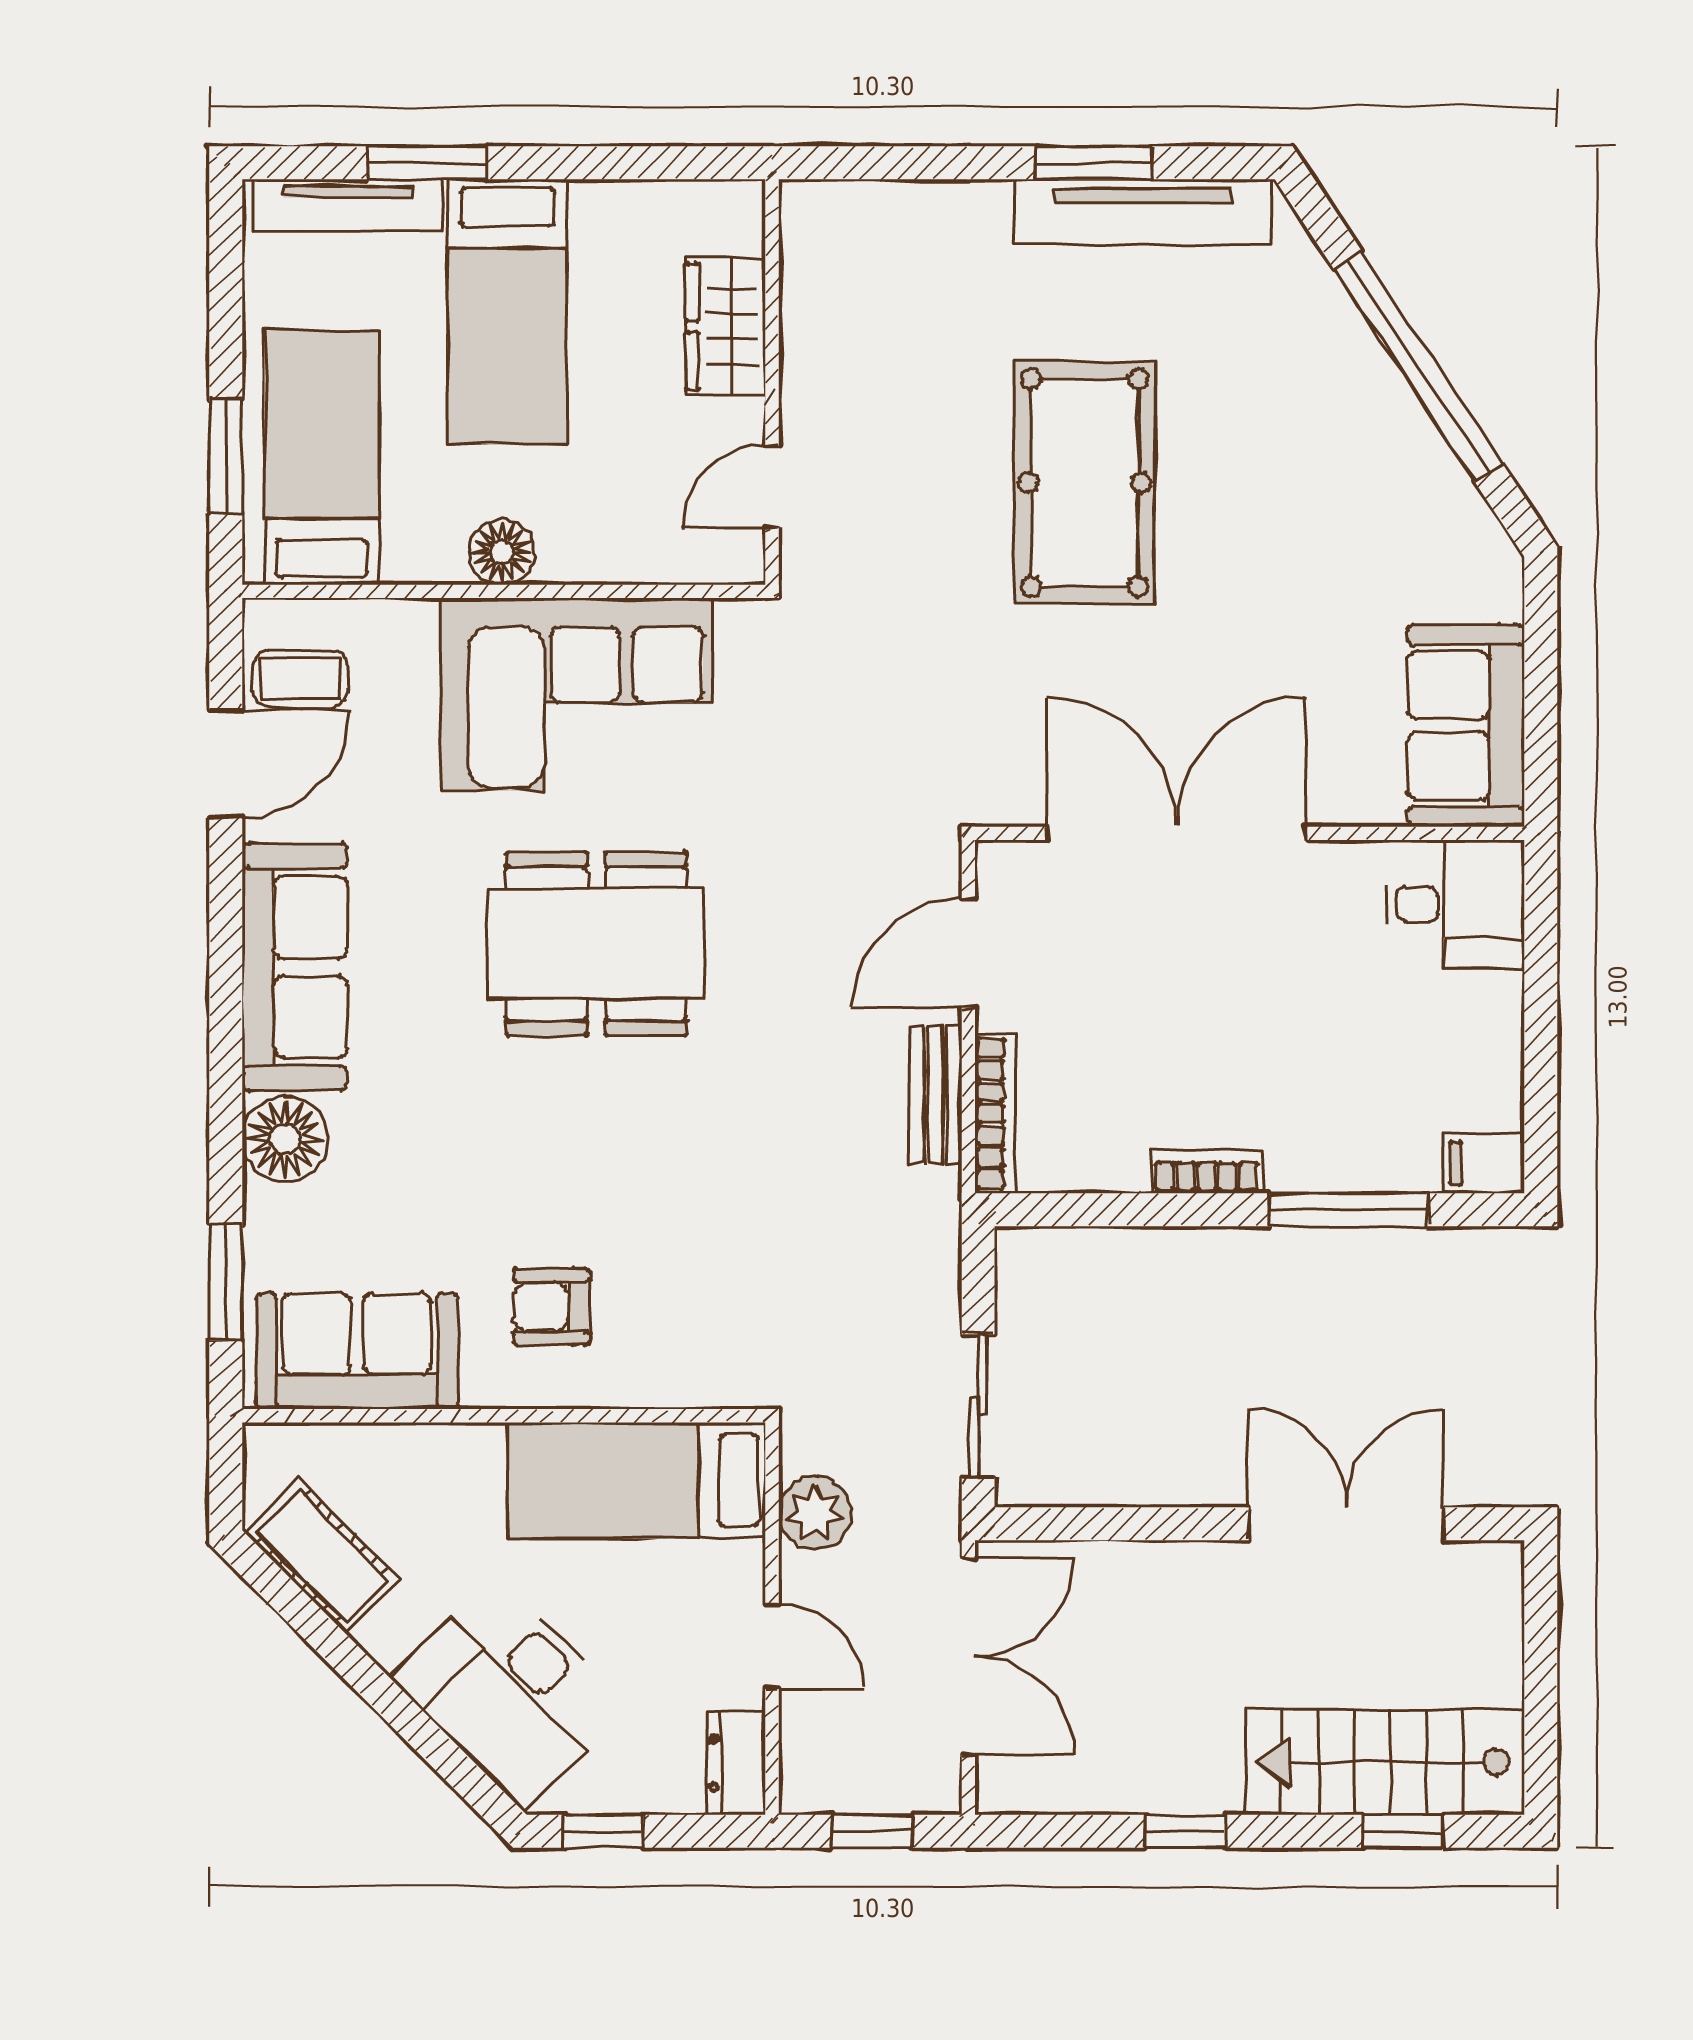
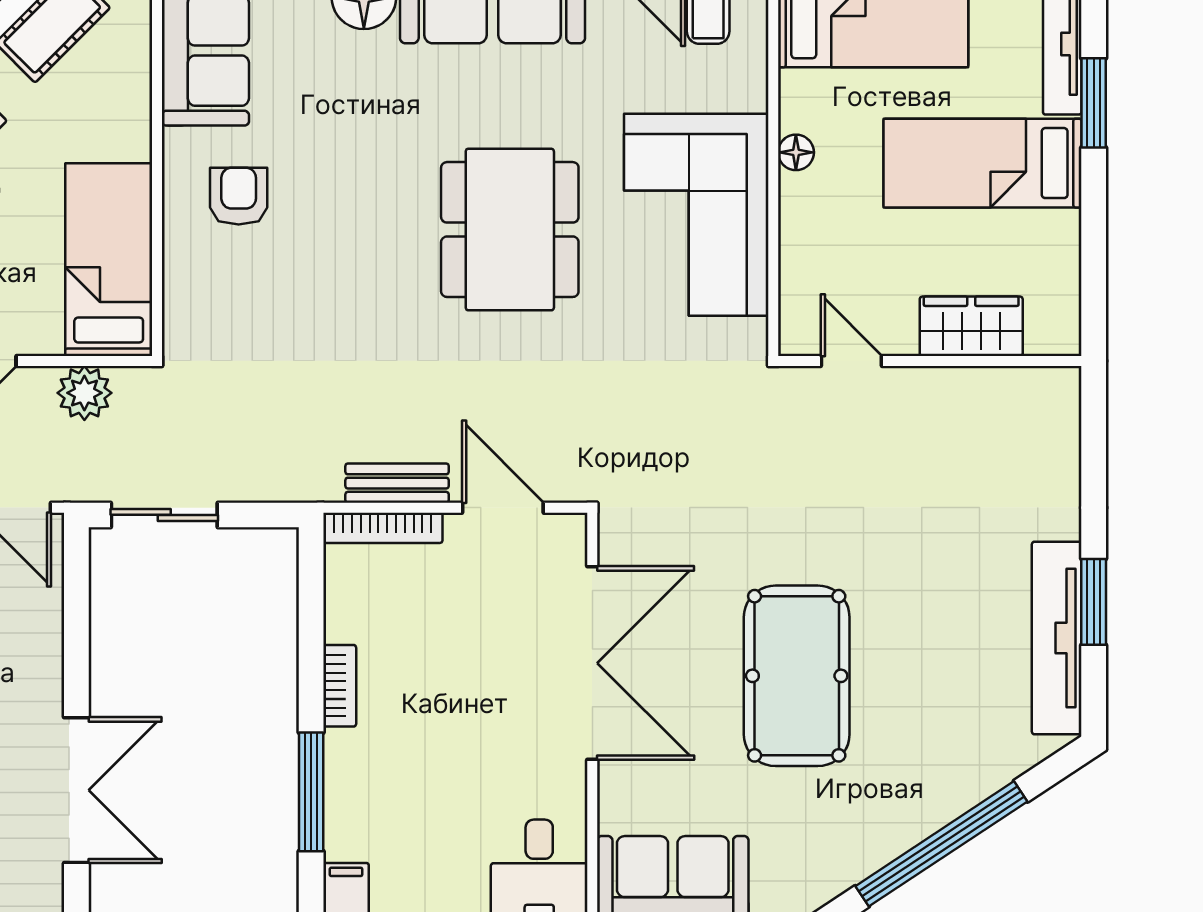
pool table: (1085, 483) -> (797, 676), moved, turned 90
floor lamp: (502, 552) -> (796, 152), width x0.73, depth x0.73

